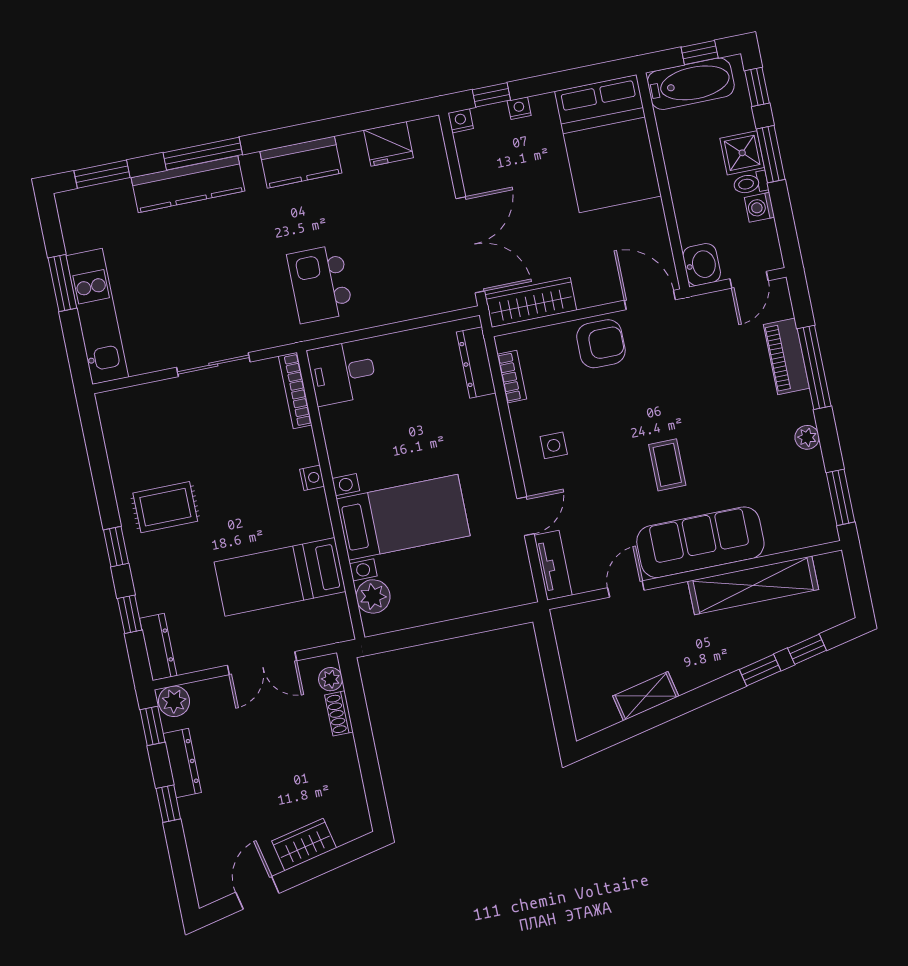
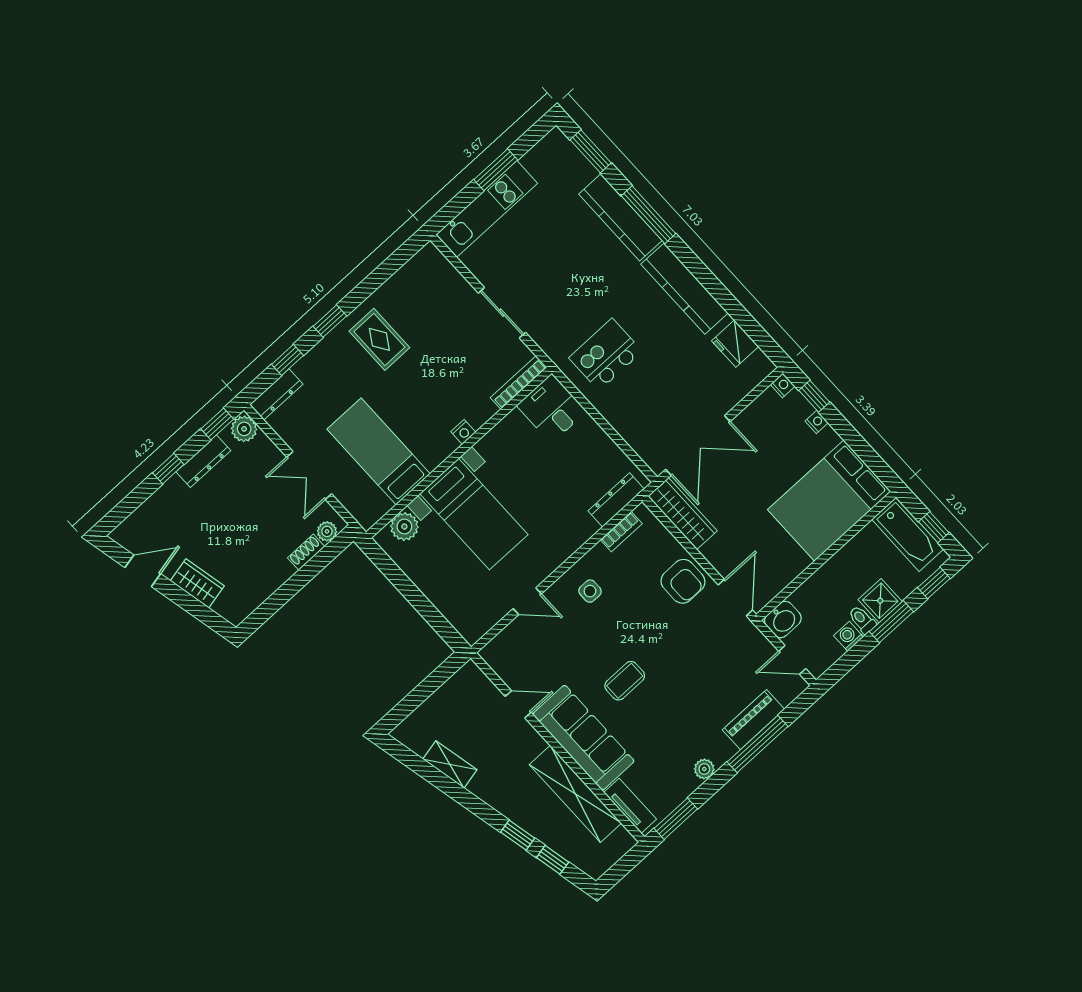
kitchen counter: (301, 162) -> (684, 289), width x1.50
tv unit: (553, 565) -> (630, 806), moved, turned -90

